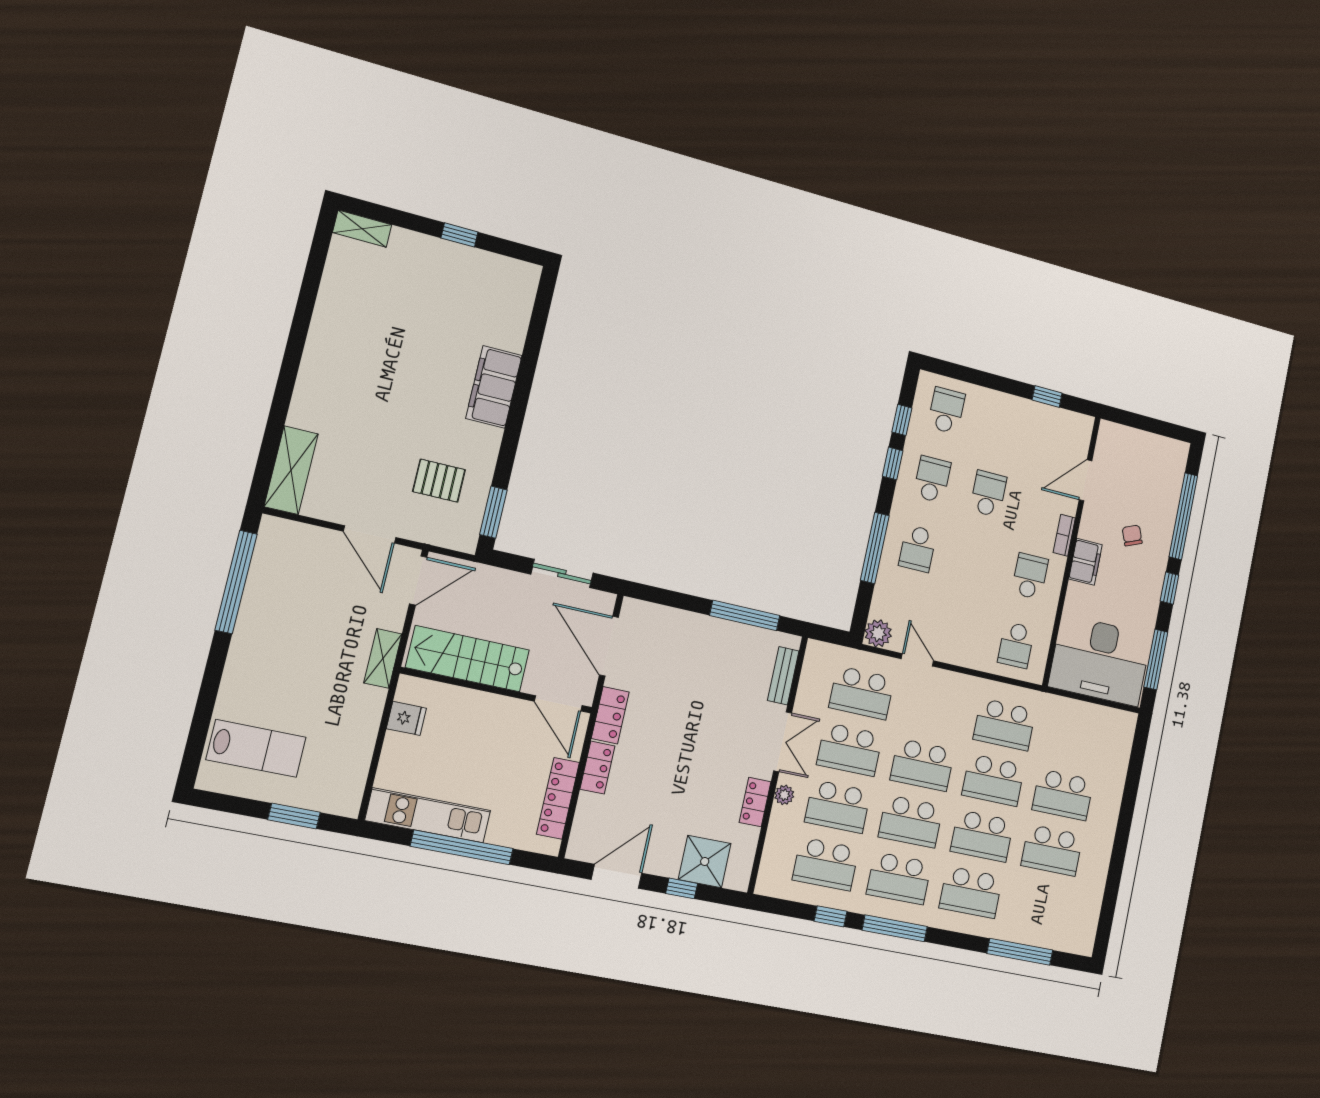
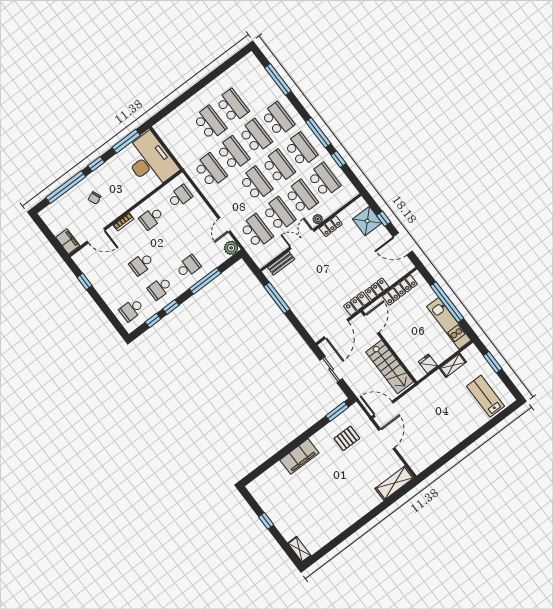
pallet: (439, 481) -> (347, 438), turned 90
filing cabinet: (1086, 562) -> (68, 241), moved, turned 90
window: (236, 582) -> (445, 459), removed
shelving: (383, 658) -> (453, 365), moved

